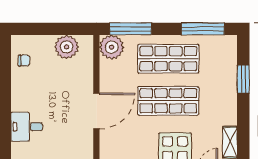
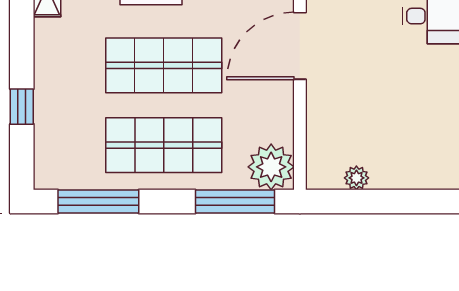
plant: (67, 47) -> (356, 178), width x0.53, depth x0.53
chair: (24, 61) -> (437, 142), removed
window: (243, 79) -> (22, 107), width x0.67

